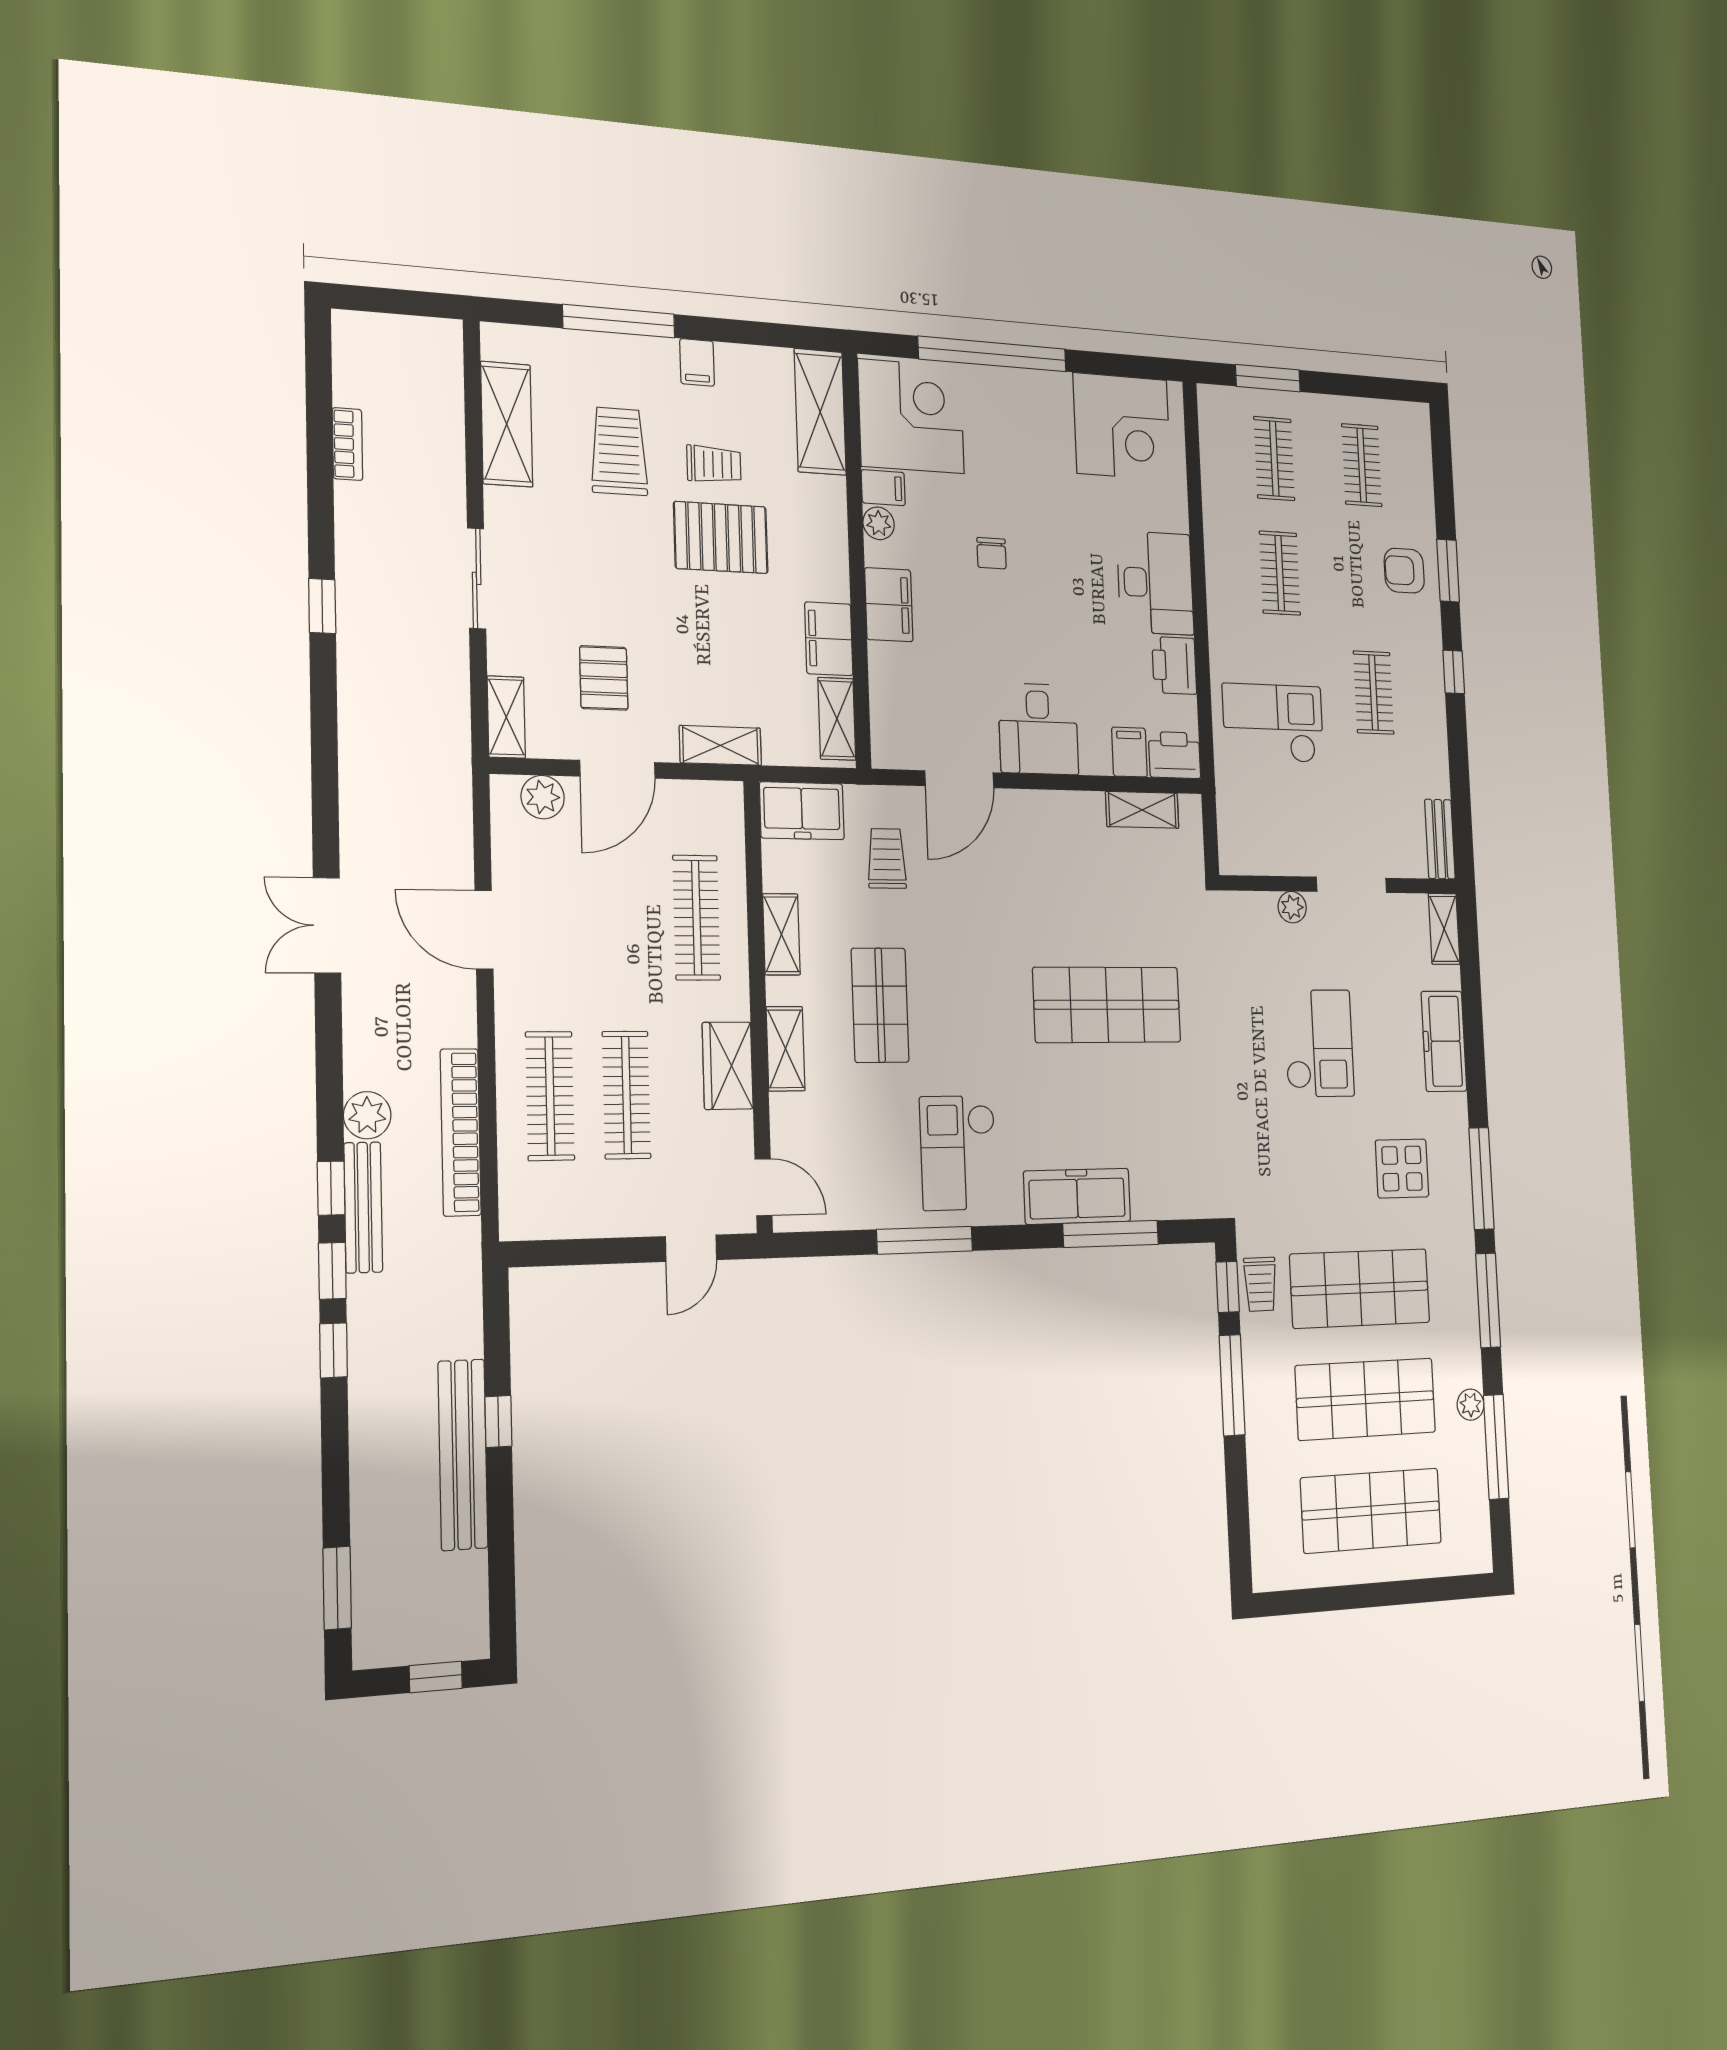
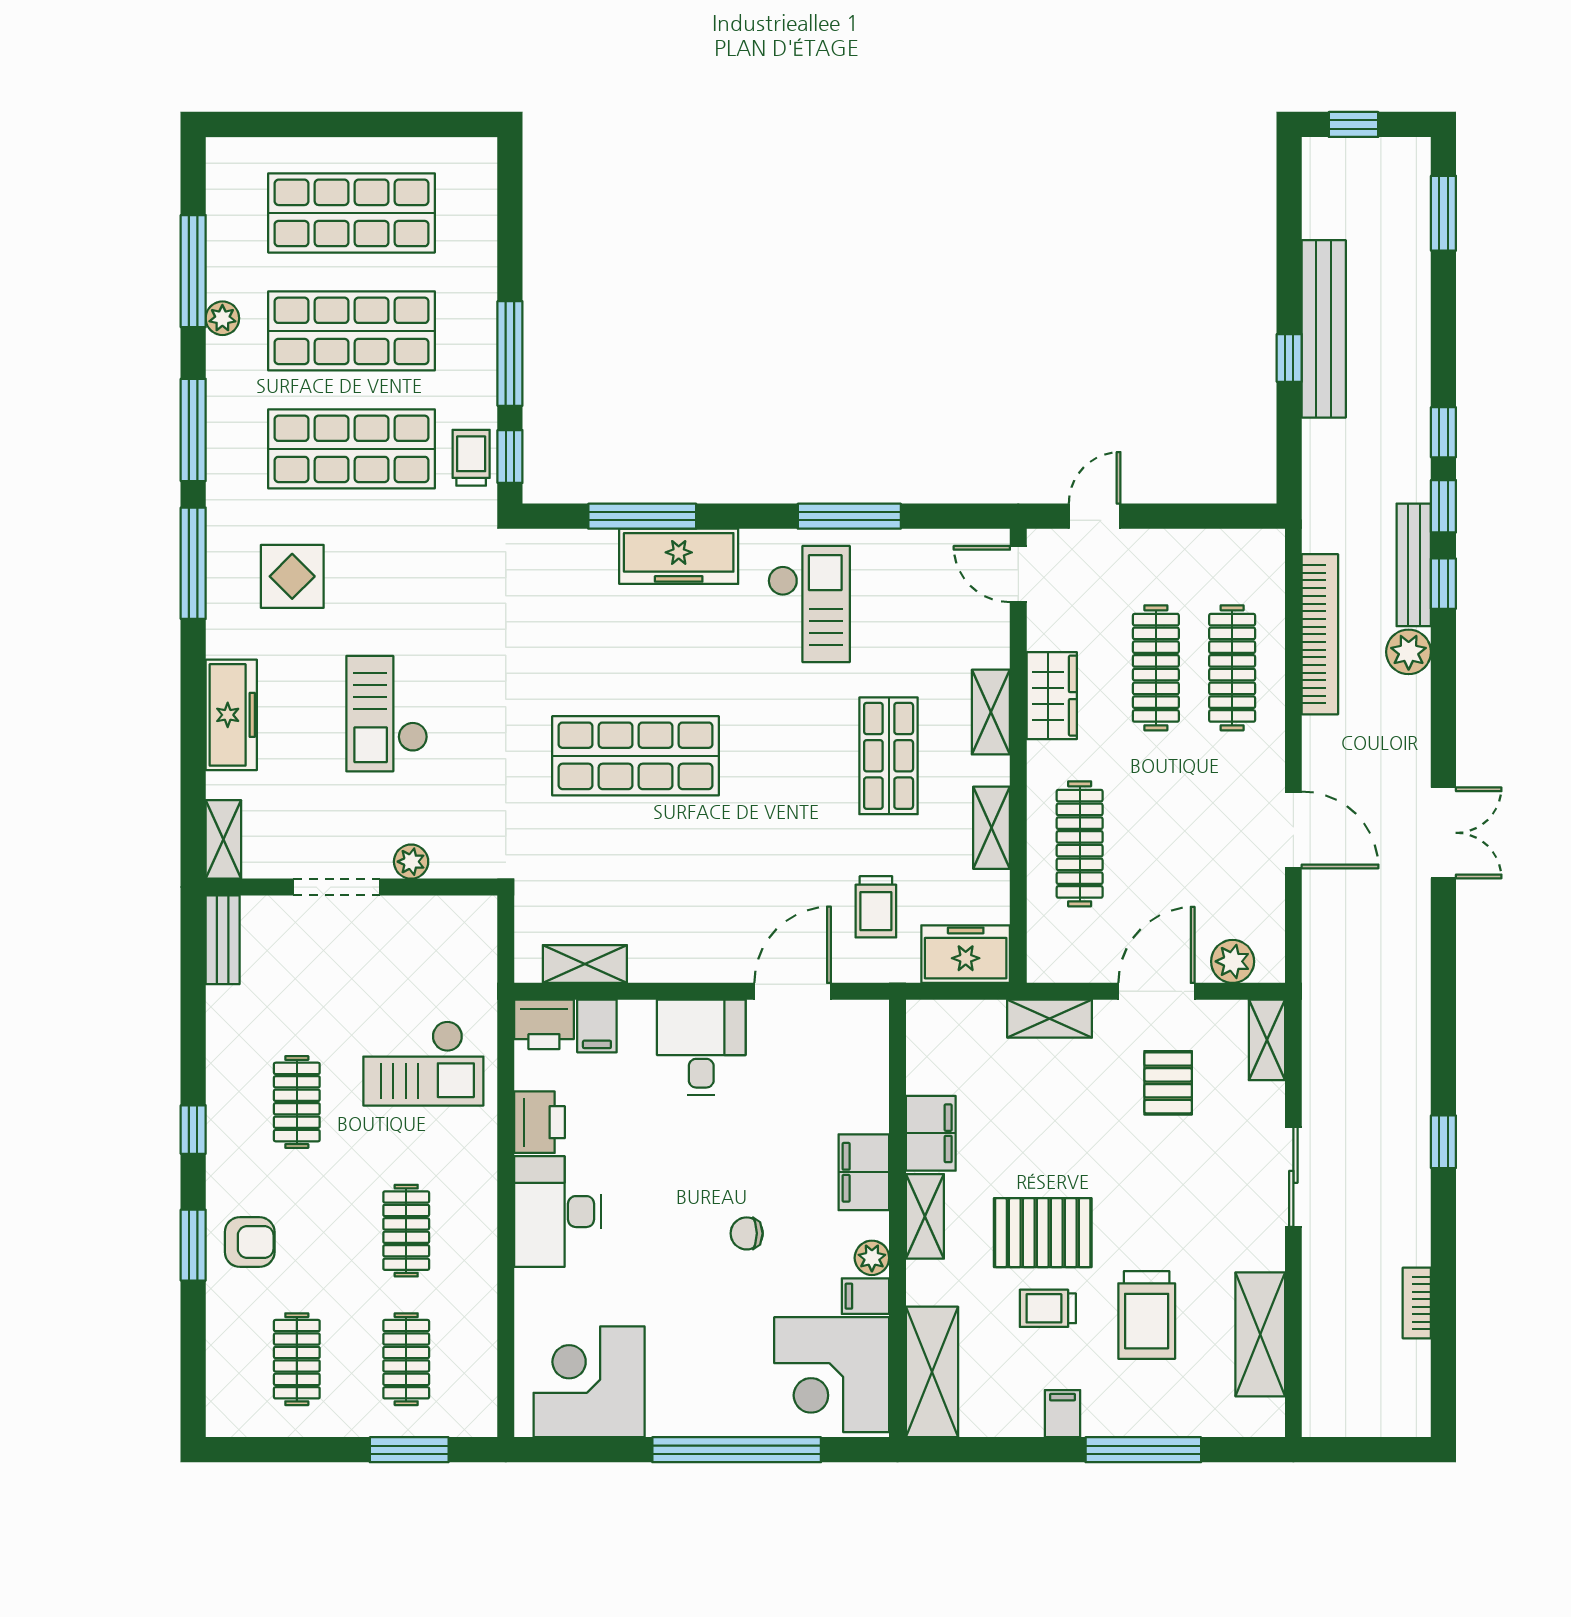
chair: (992, 553) -> (747, 1233), turned -90
shelving: (837, 719) -> (925, 1216), moved

